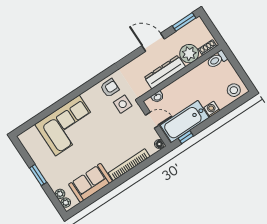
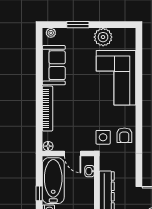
door: (152, 120) -> (73, 154), hinge flipped
window: (186, 137) -> (39, 193), moved
window: (38, 175) -> (78, 25), moved
plant: (60, 194) -> (103, 37), moved, width x1.88, depth x1.88

